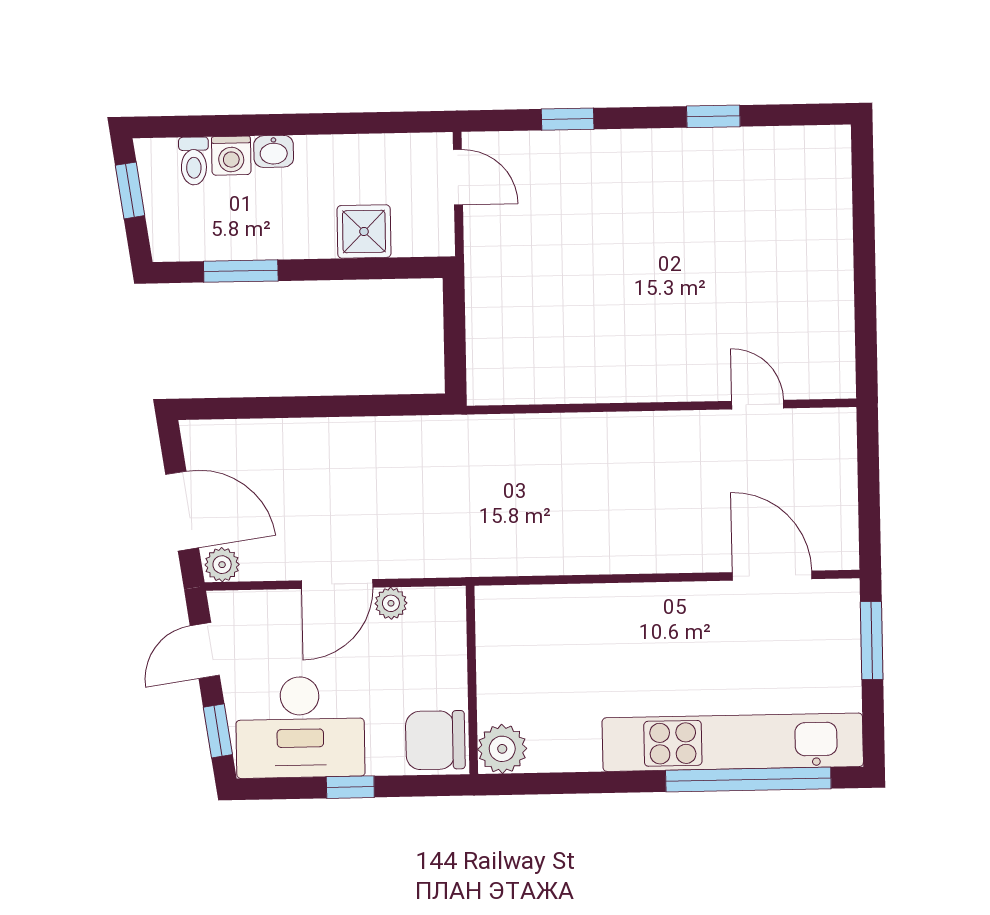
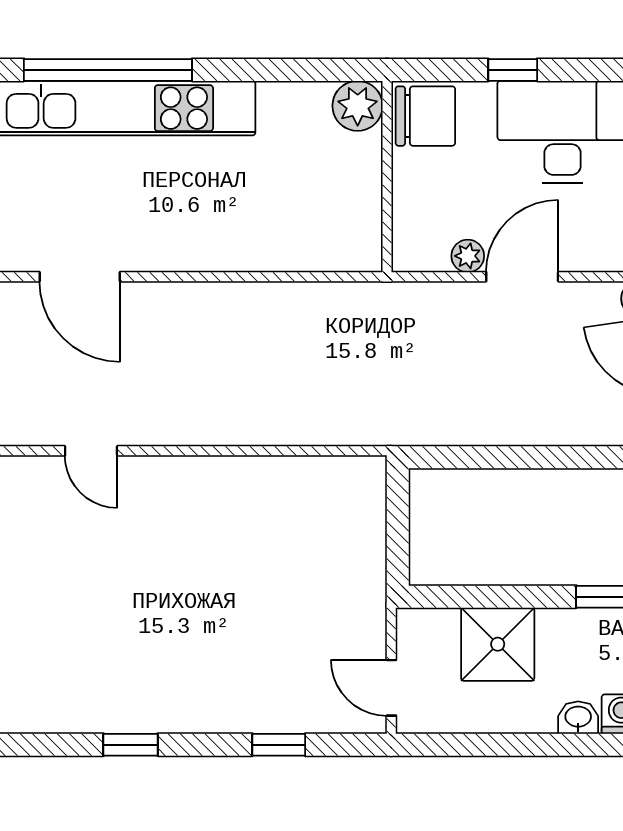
shower: (364, 231) -> (498, 644), width x1.36, depth x1.36

